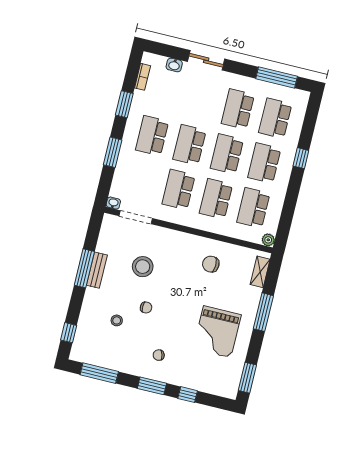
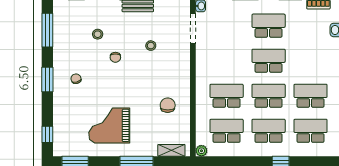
school desk: (179, 190) -> (227, 61), removed
stool: (143, 267) -> (151, 46), width x0.53, depth x0.53
window: (188, 395) -> (47, 134), moved

